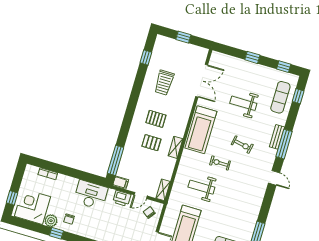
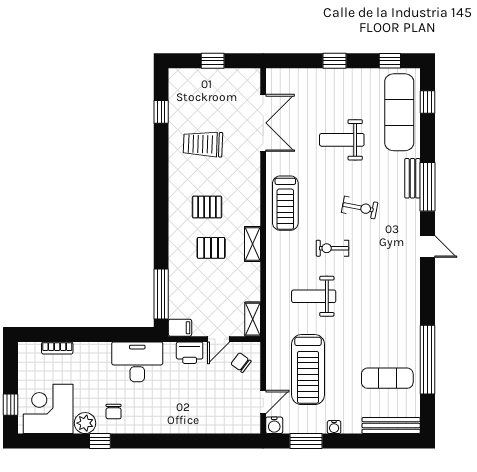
trolley: (164, 83) -> (203, 144), turned 92
exercise mat: (280, 97) -> (399, 112), width x1.36, depth x1.45
treadmill: (201, 130) -> (285, 203), width x0.73, depth x0.73

